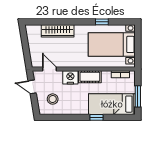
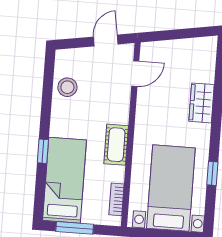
wardrobe: (58, 31) -> (202, 103), width x0.67
nightstand: (70, 77) -> (118, 110), removed
stool: (53, 99) -> (67, 87), moved

